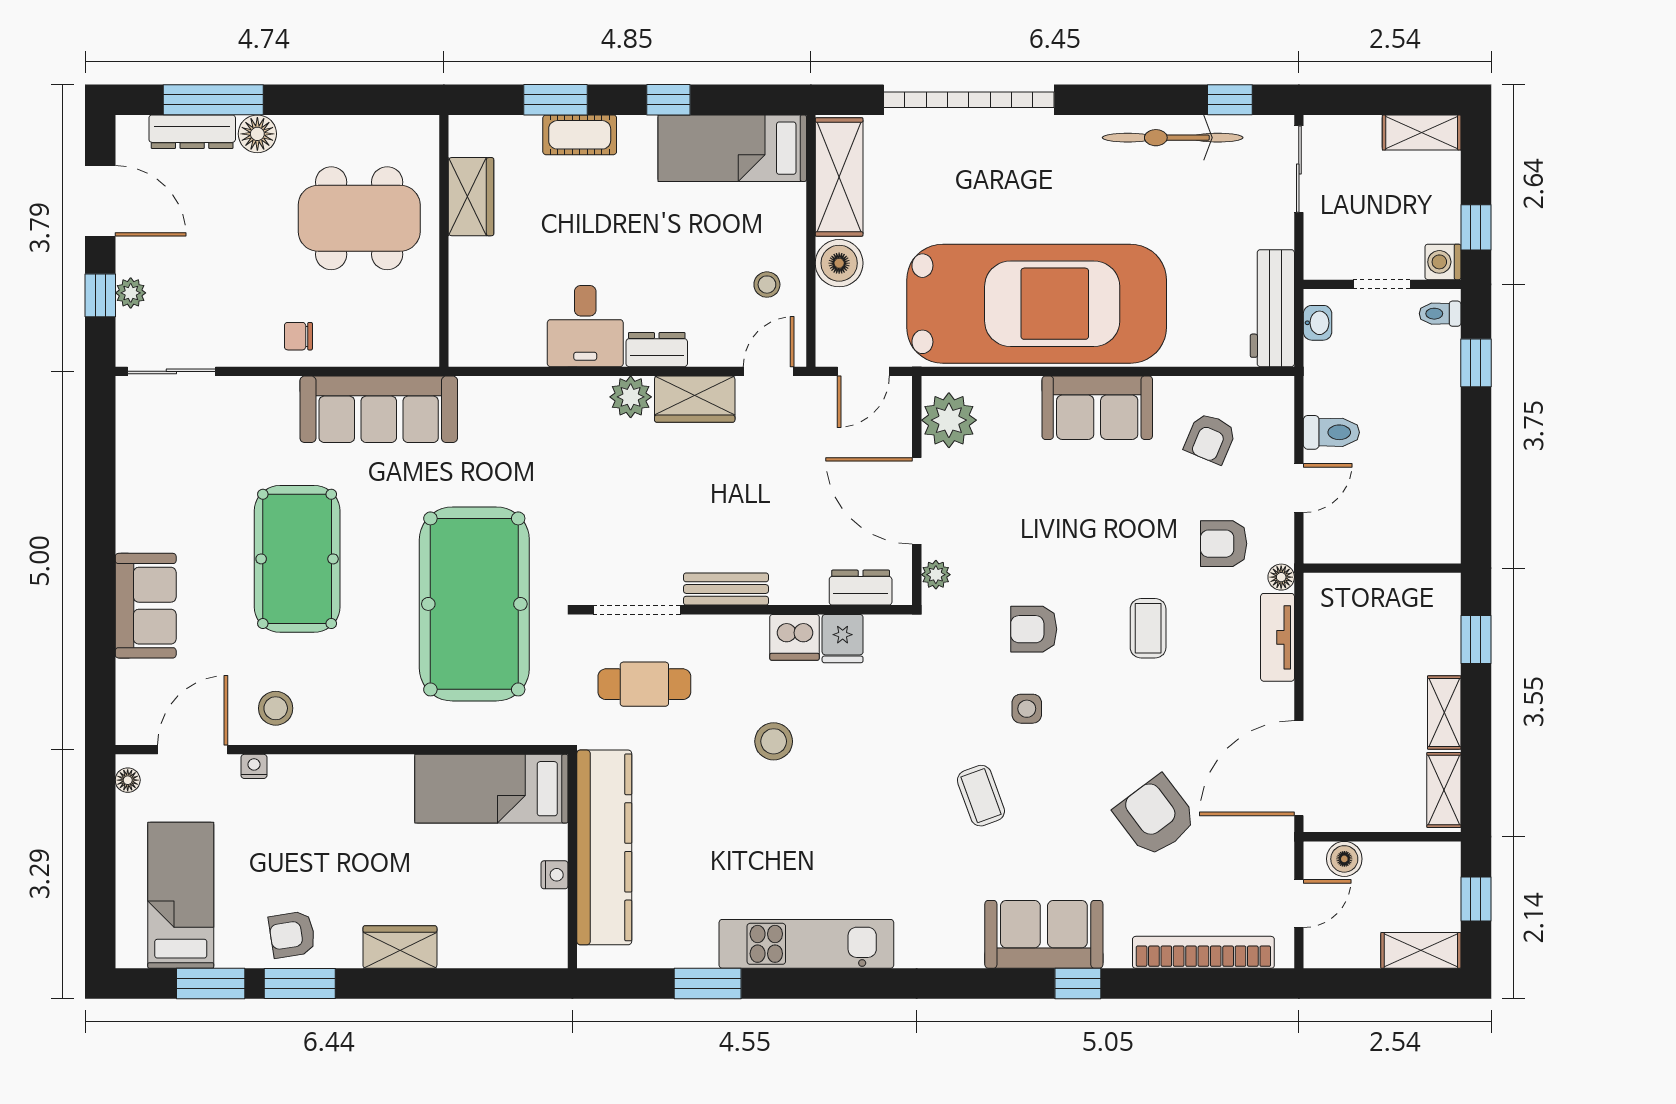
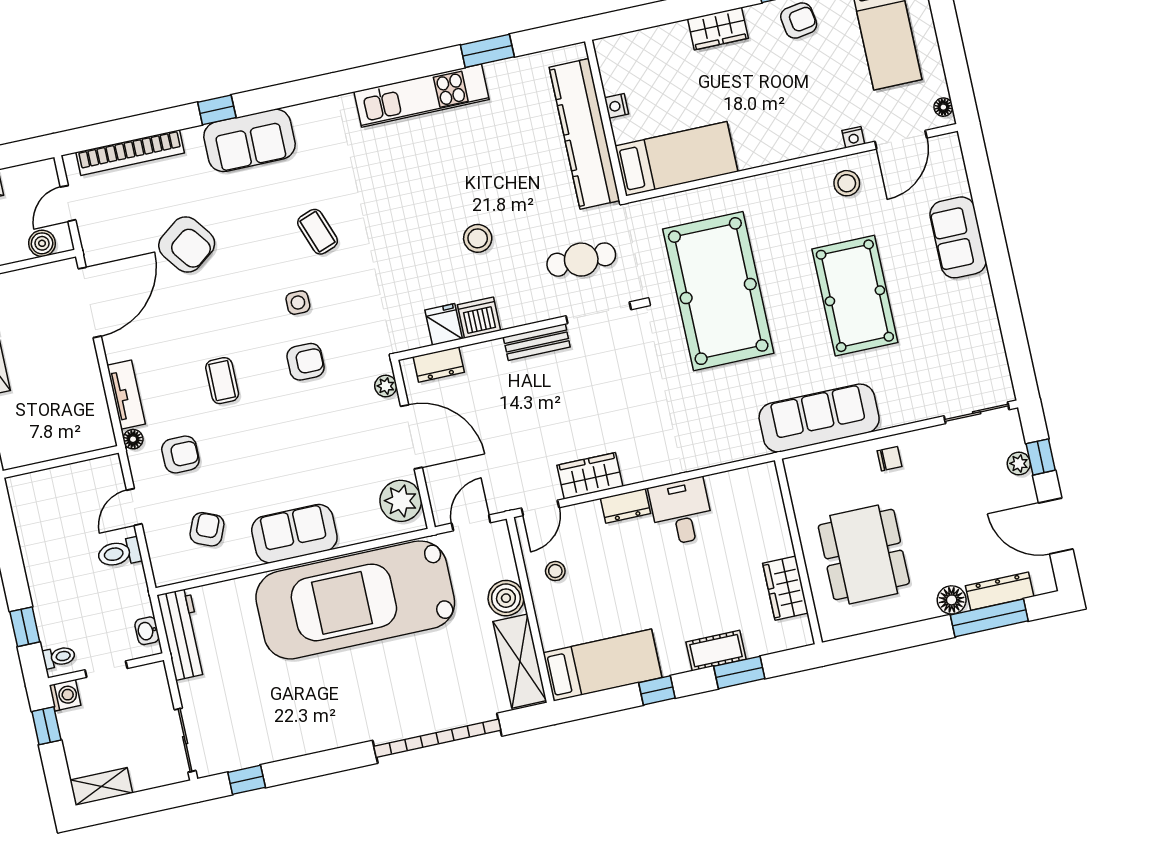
bicycle: (1173, 138) -> (282, 743), removed
dining table: (359, 218) -> (864, 554), turned 90
plant: (631, 397) -> (637, 467), removed

